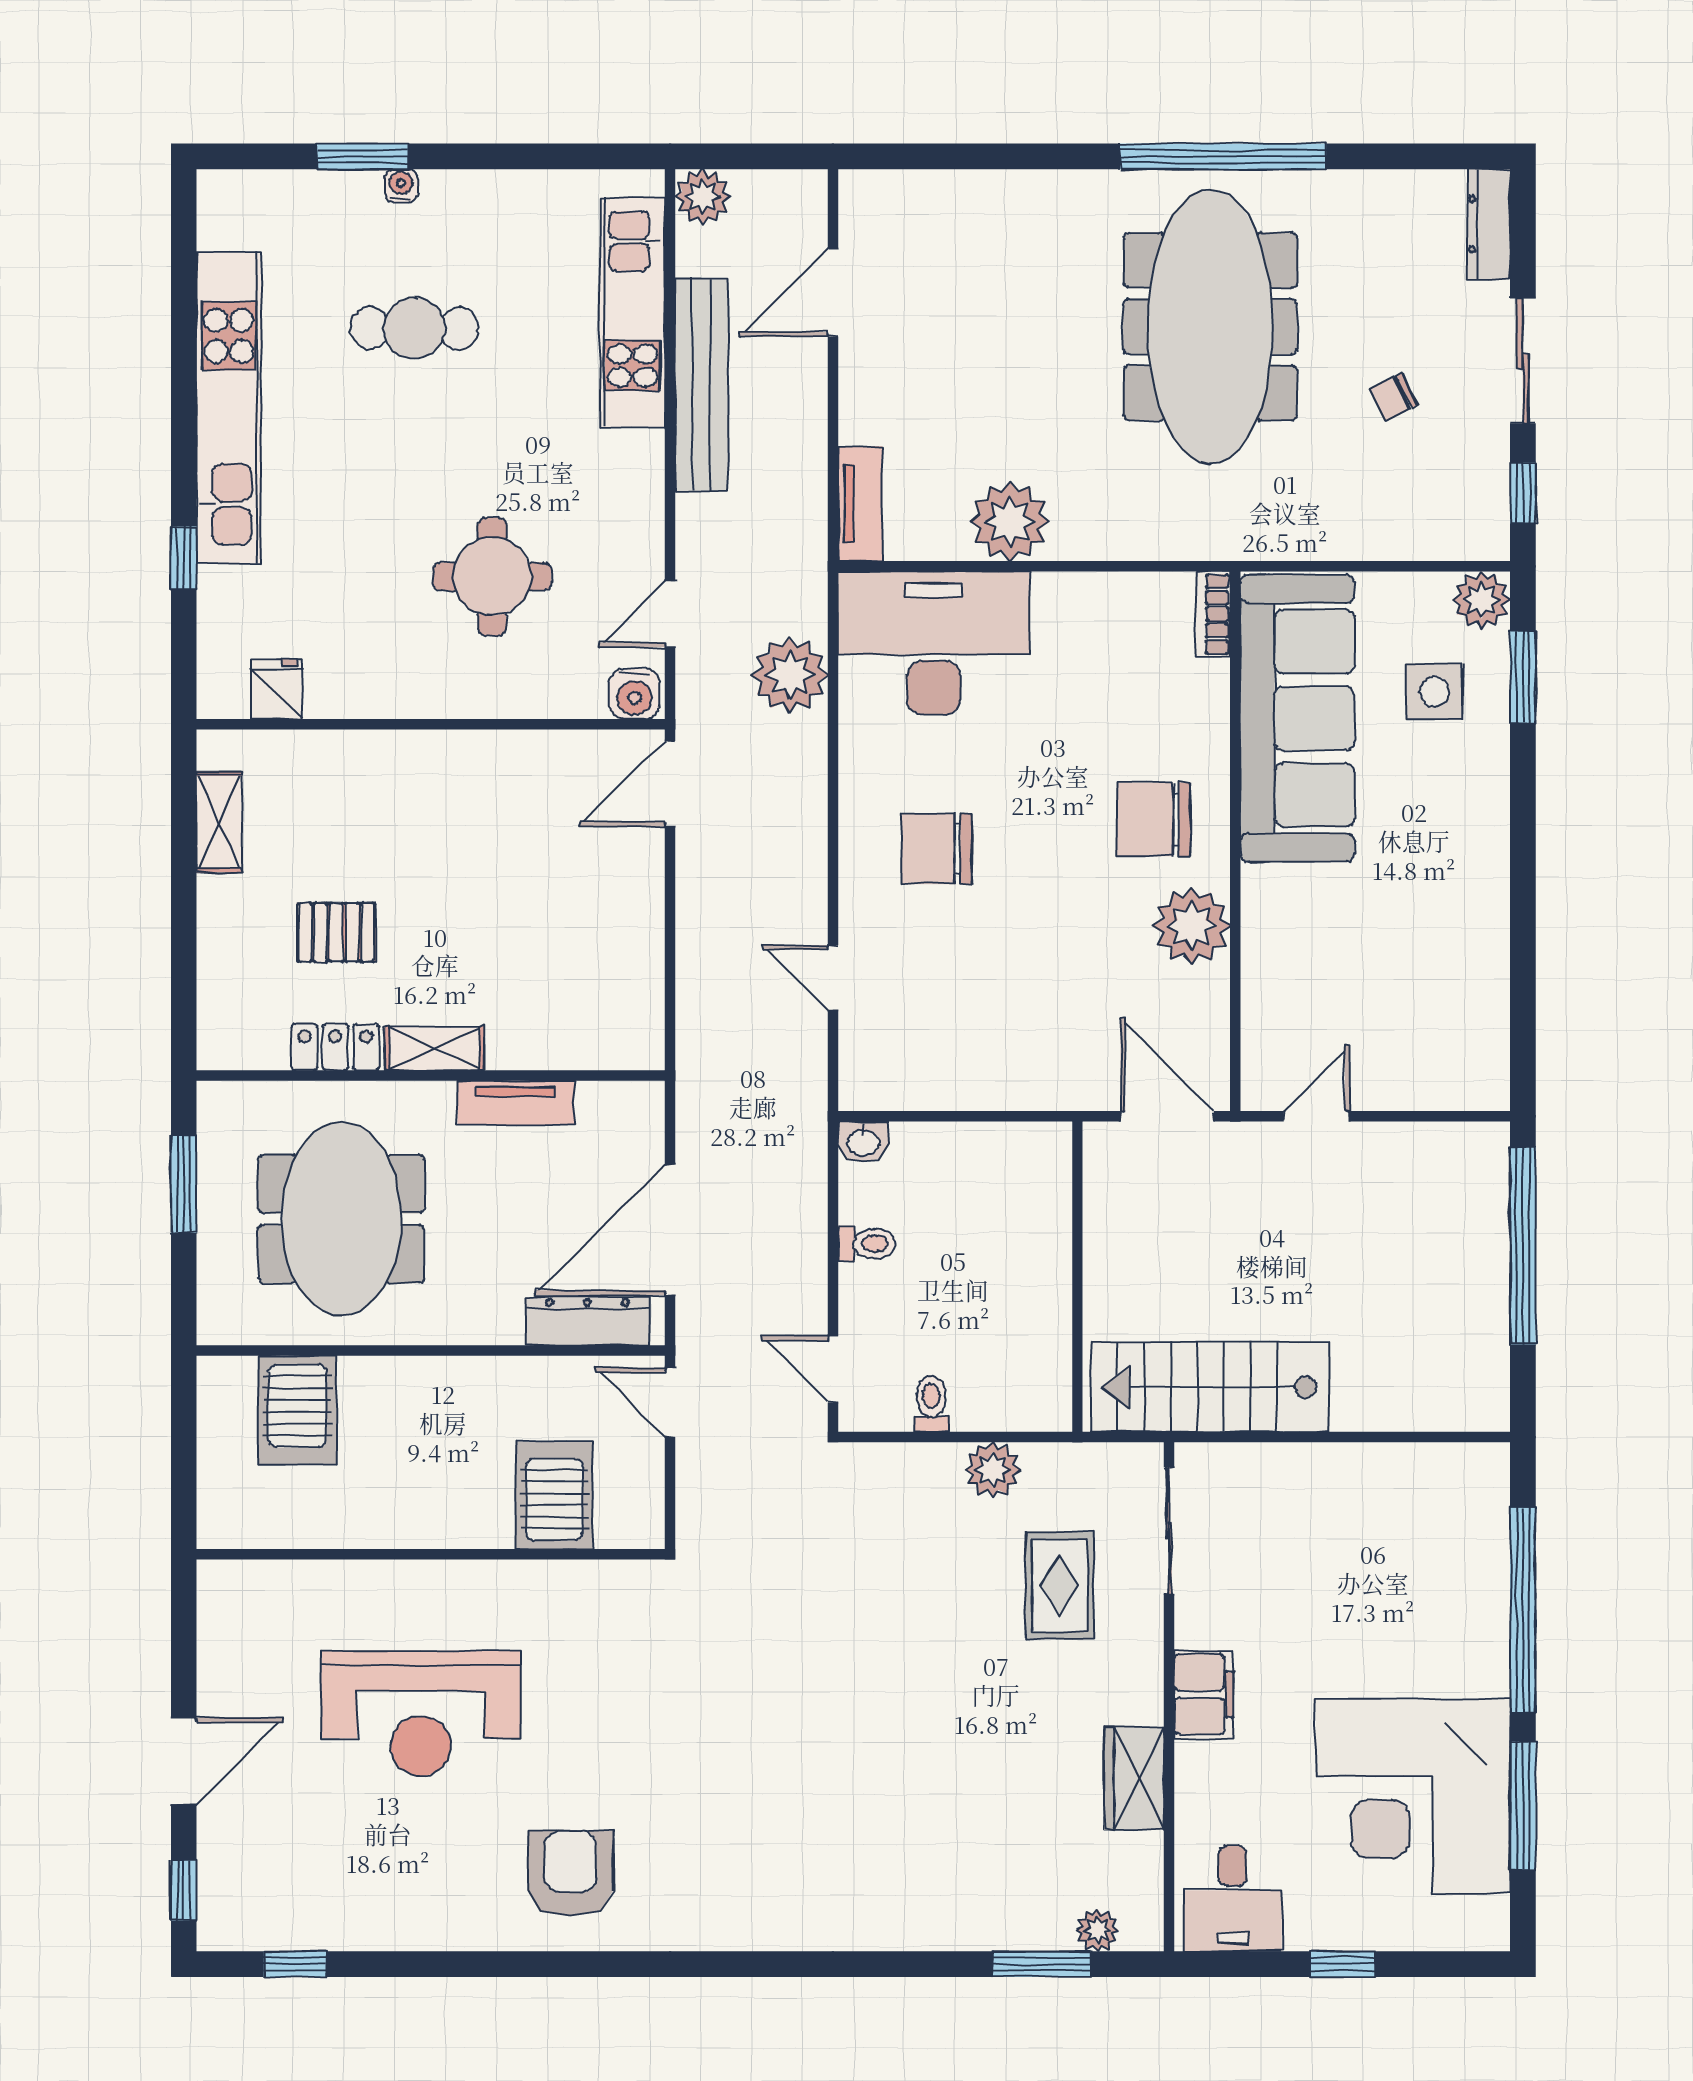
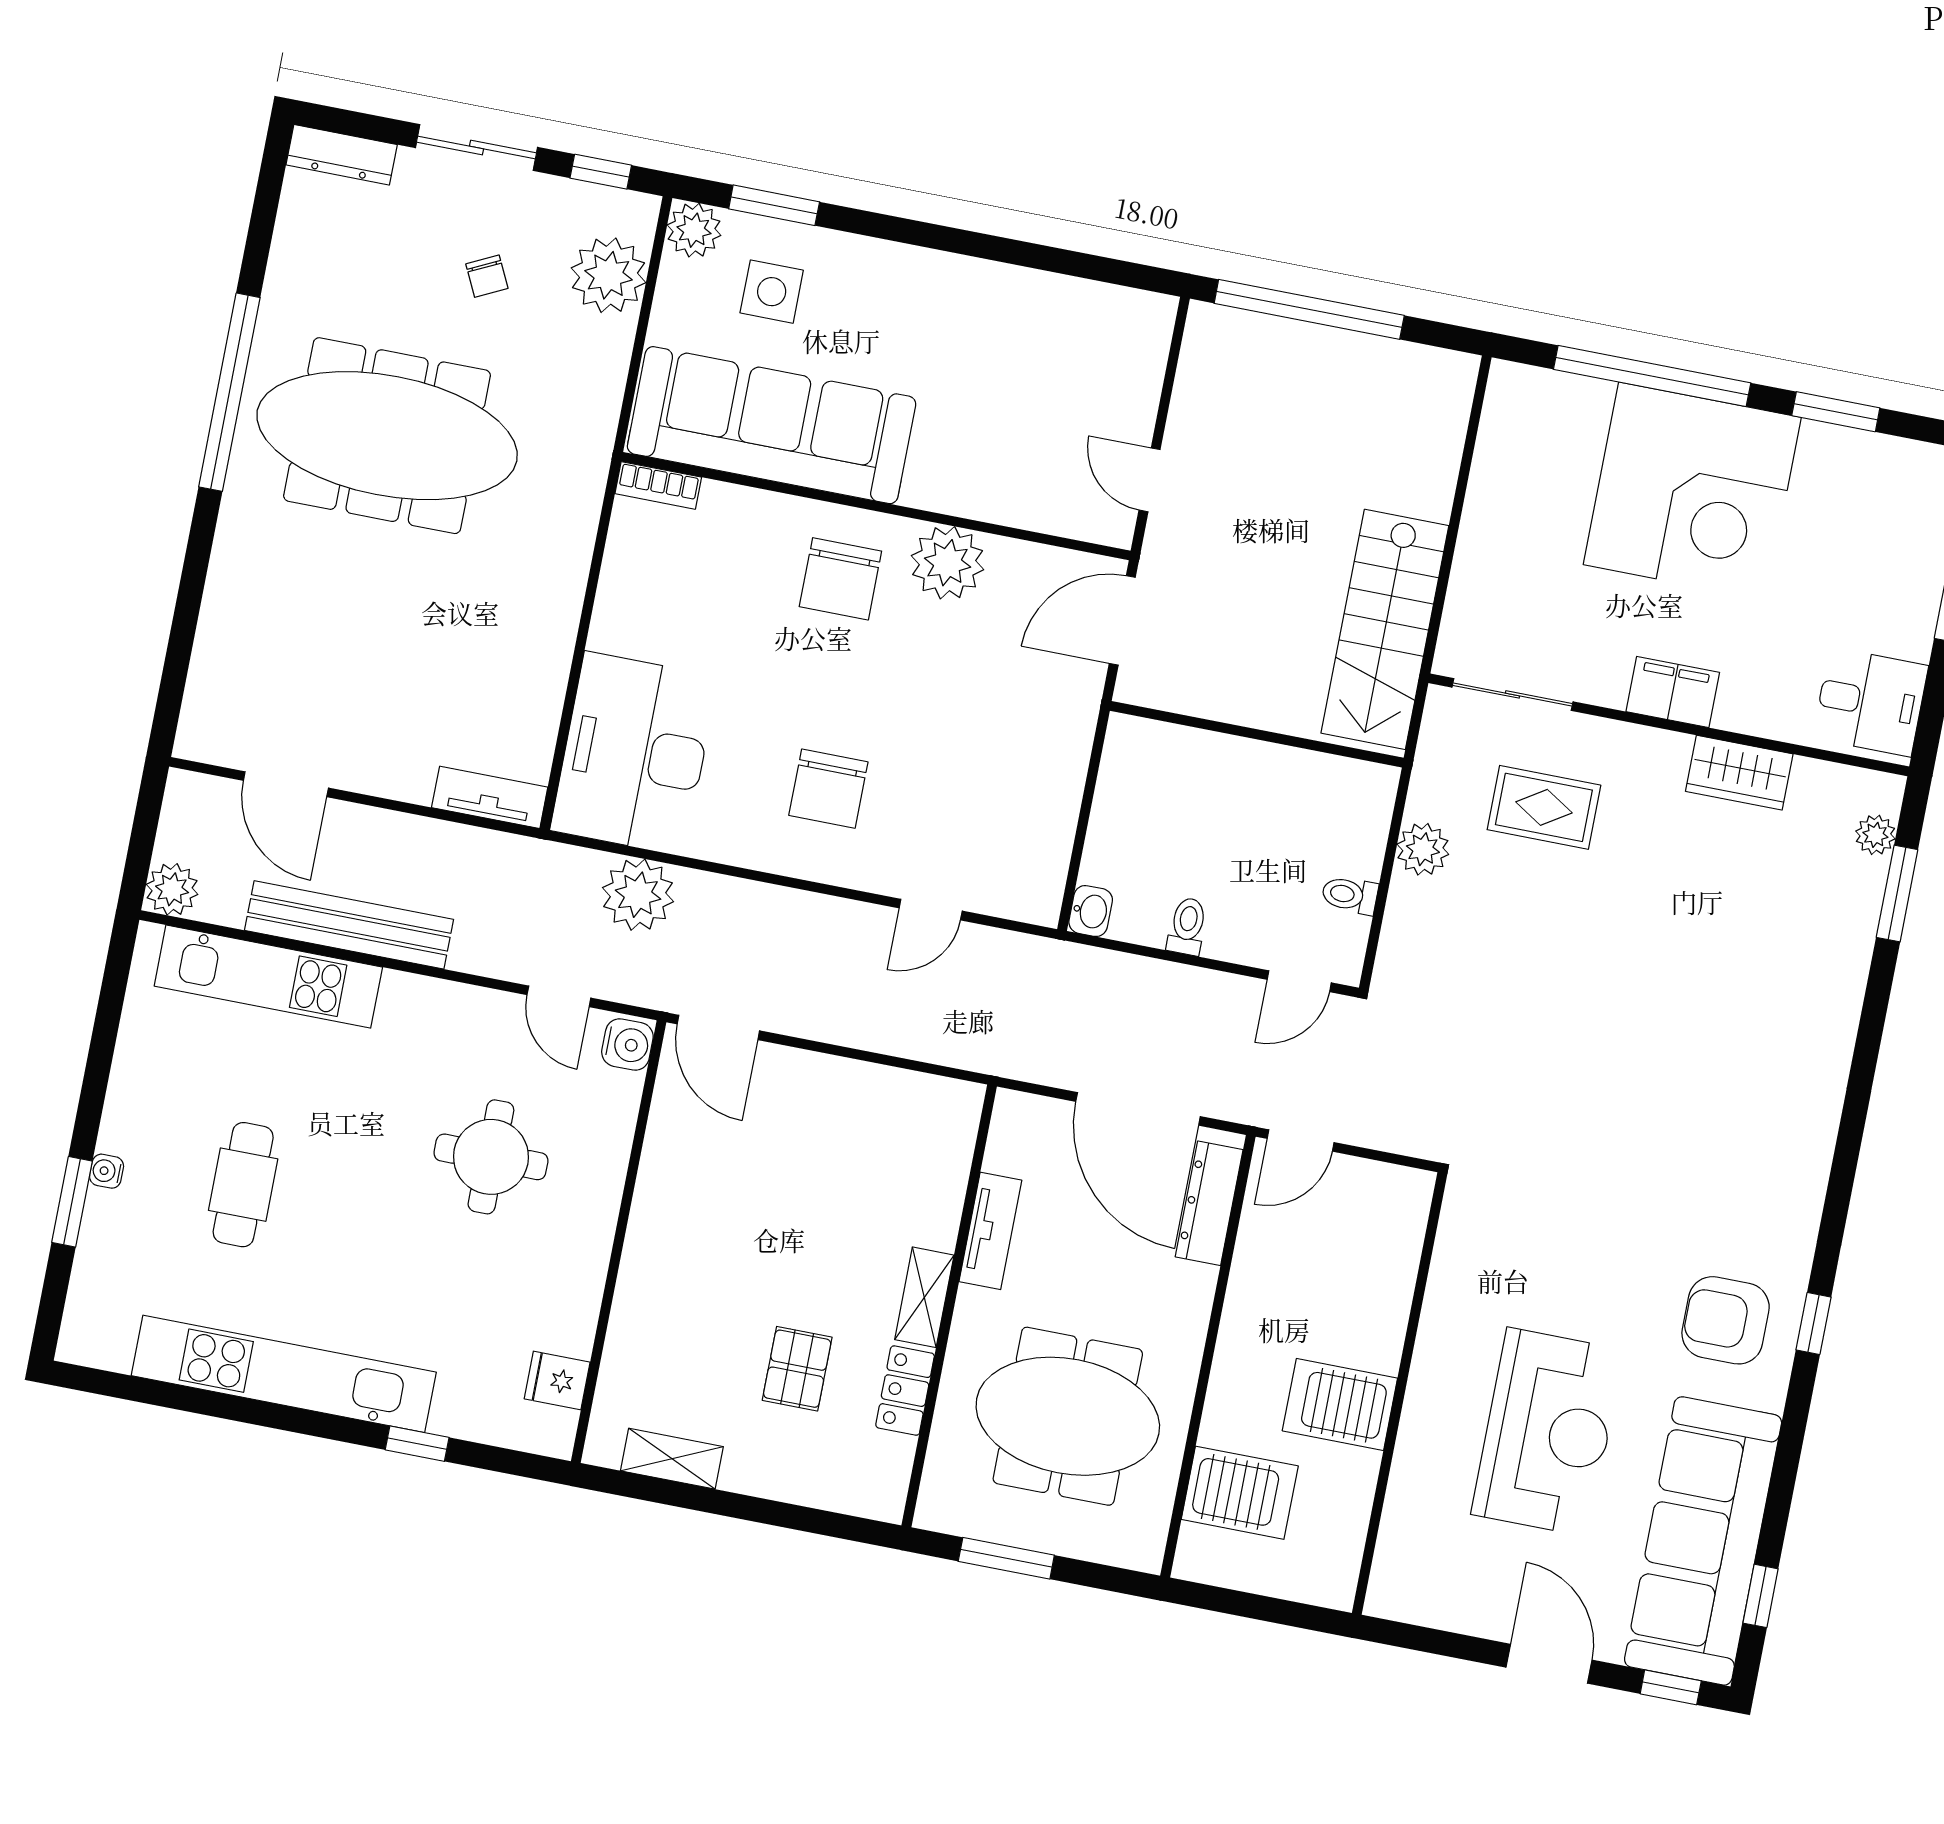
plant: (1010, 521) -> (609, 275), moved
server rack: (554, 1495) -> (1340, 1404), moved
corner desk: (1413, 1796) -> (1692, 491), moved
window: (1523, 1805) -> (1836, 412), width x0.69
sofa: (340, 1894) -> (1703, 1541), added
window: (585, 1964) -> (1813, 1323), added

